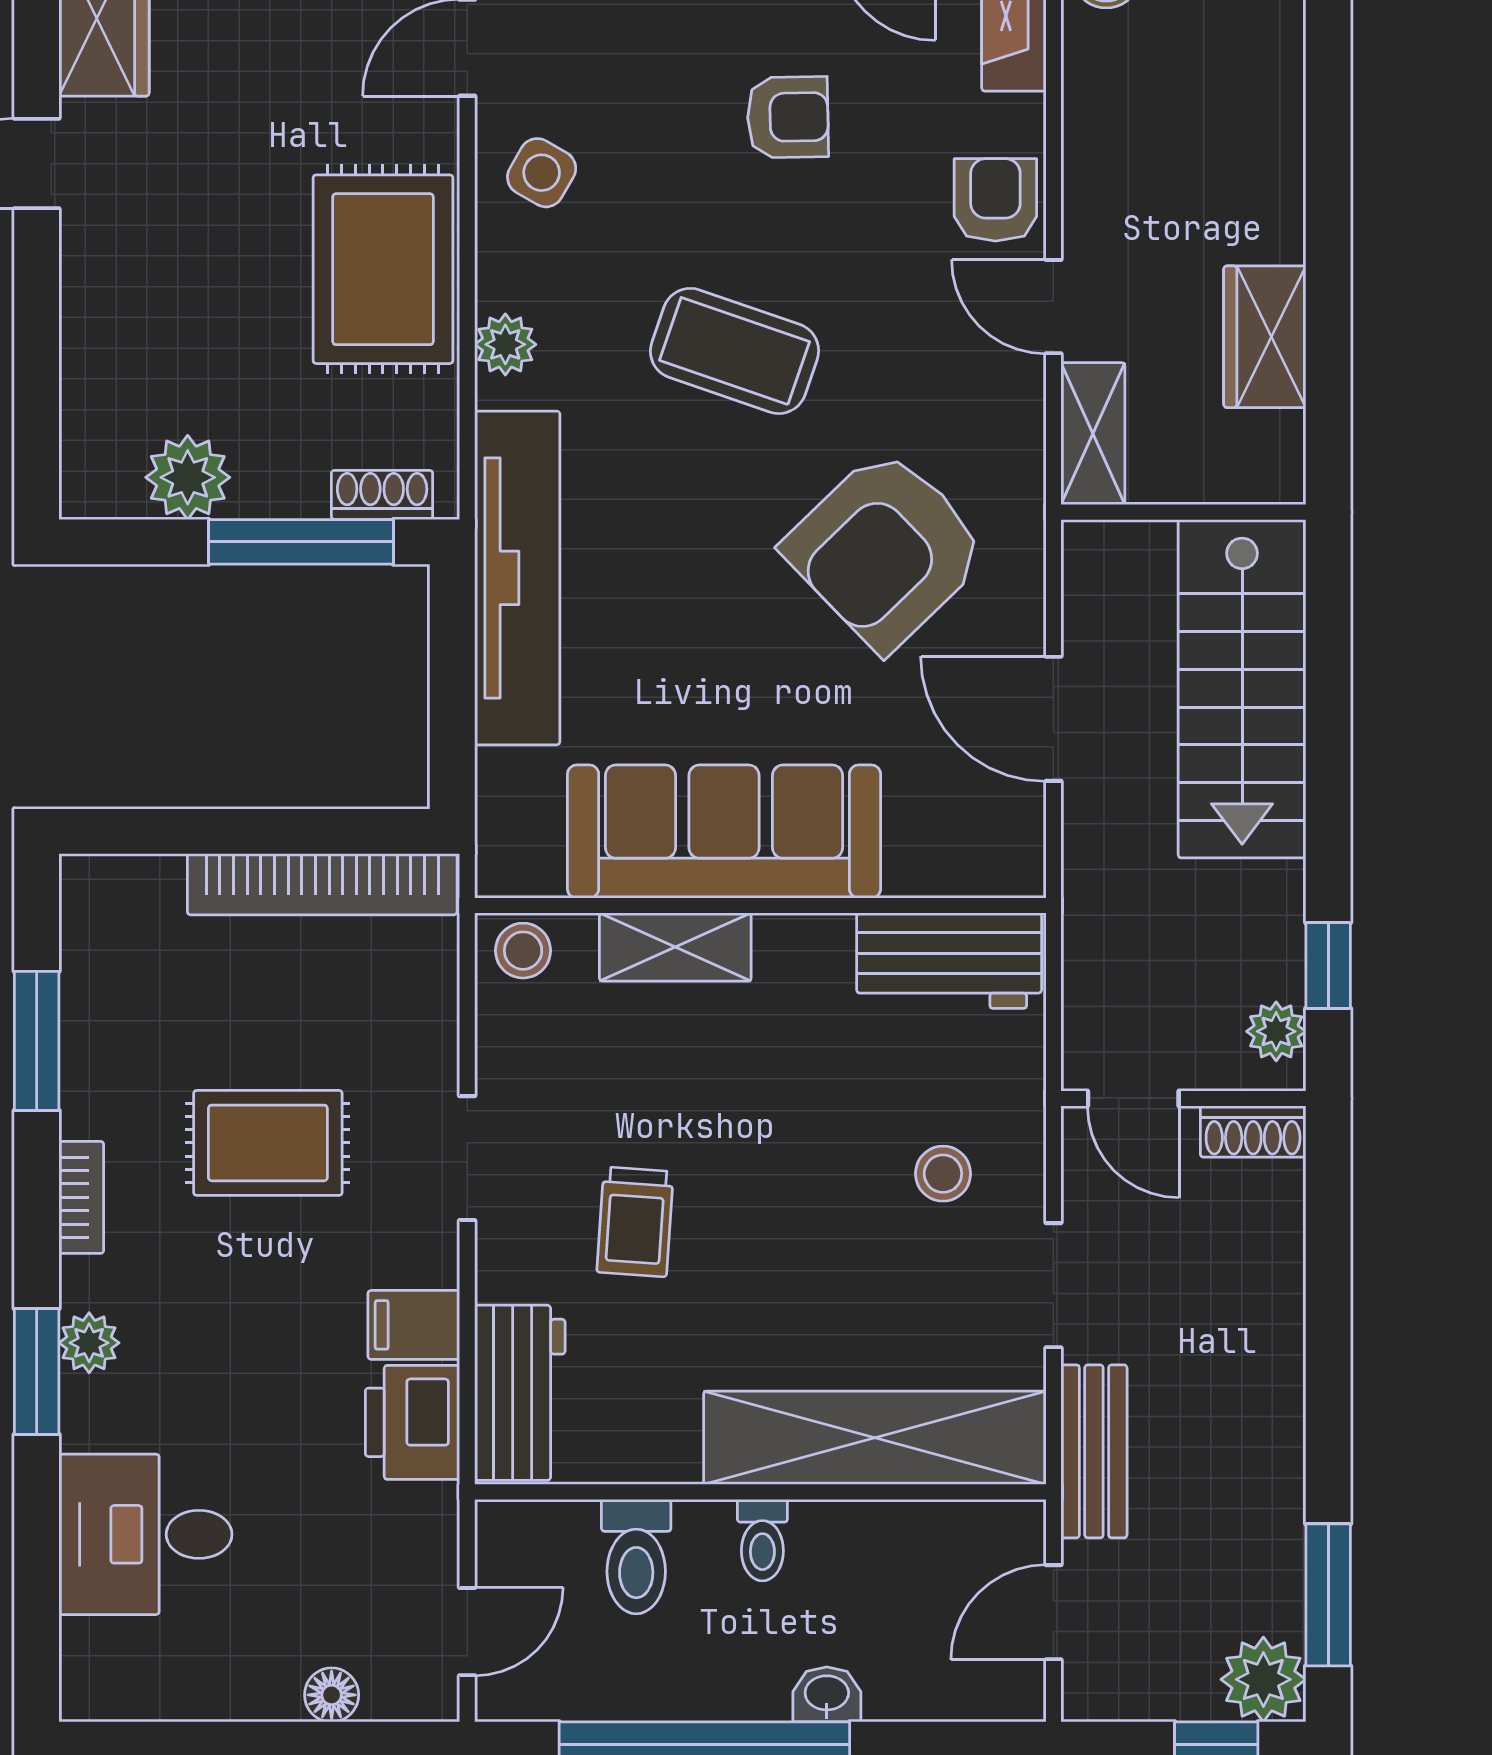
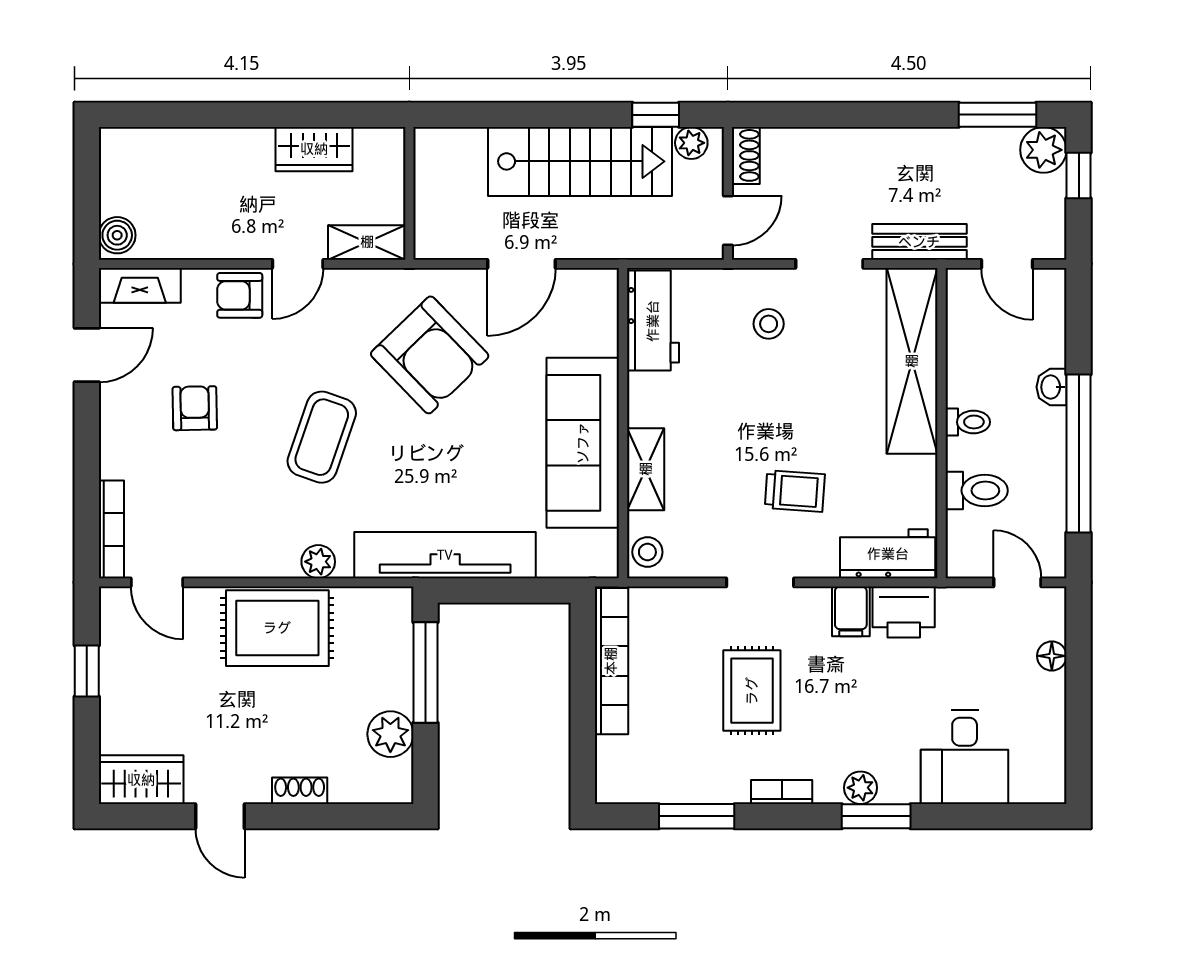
side table: (542, 173) -> (225, 542), removed
shoe rack: (382, 495) -> (300, 791), moved, turned 90
stairs: (1242, 689) -> (580, 161), moved

